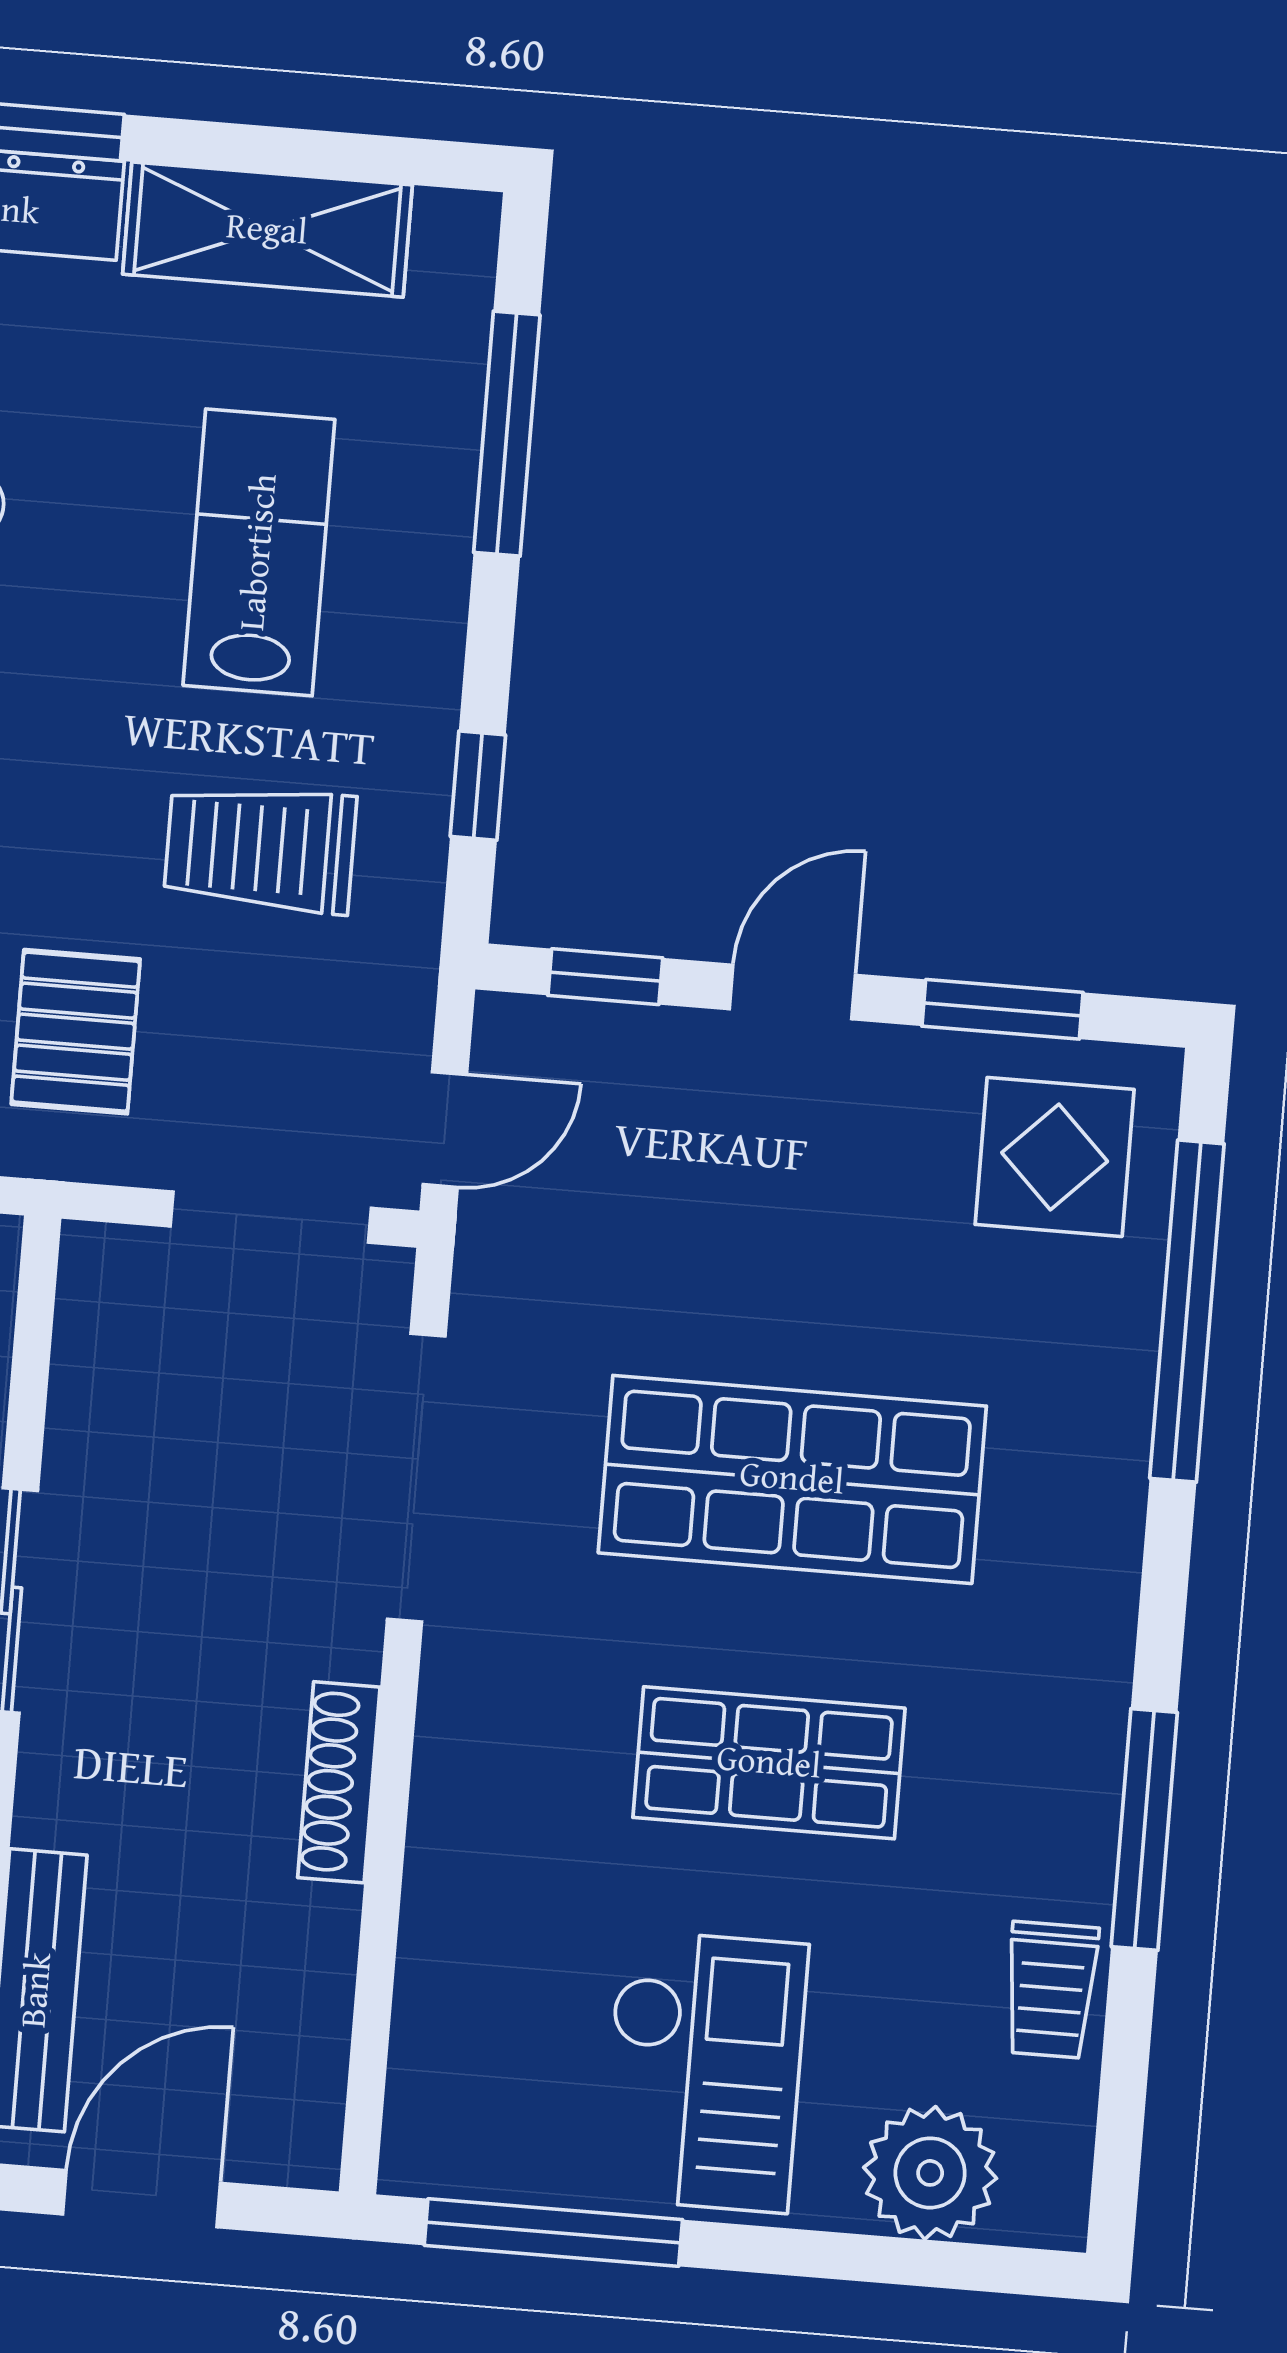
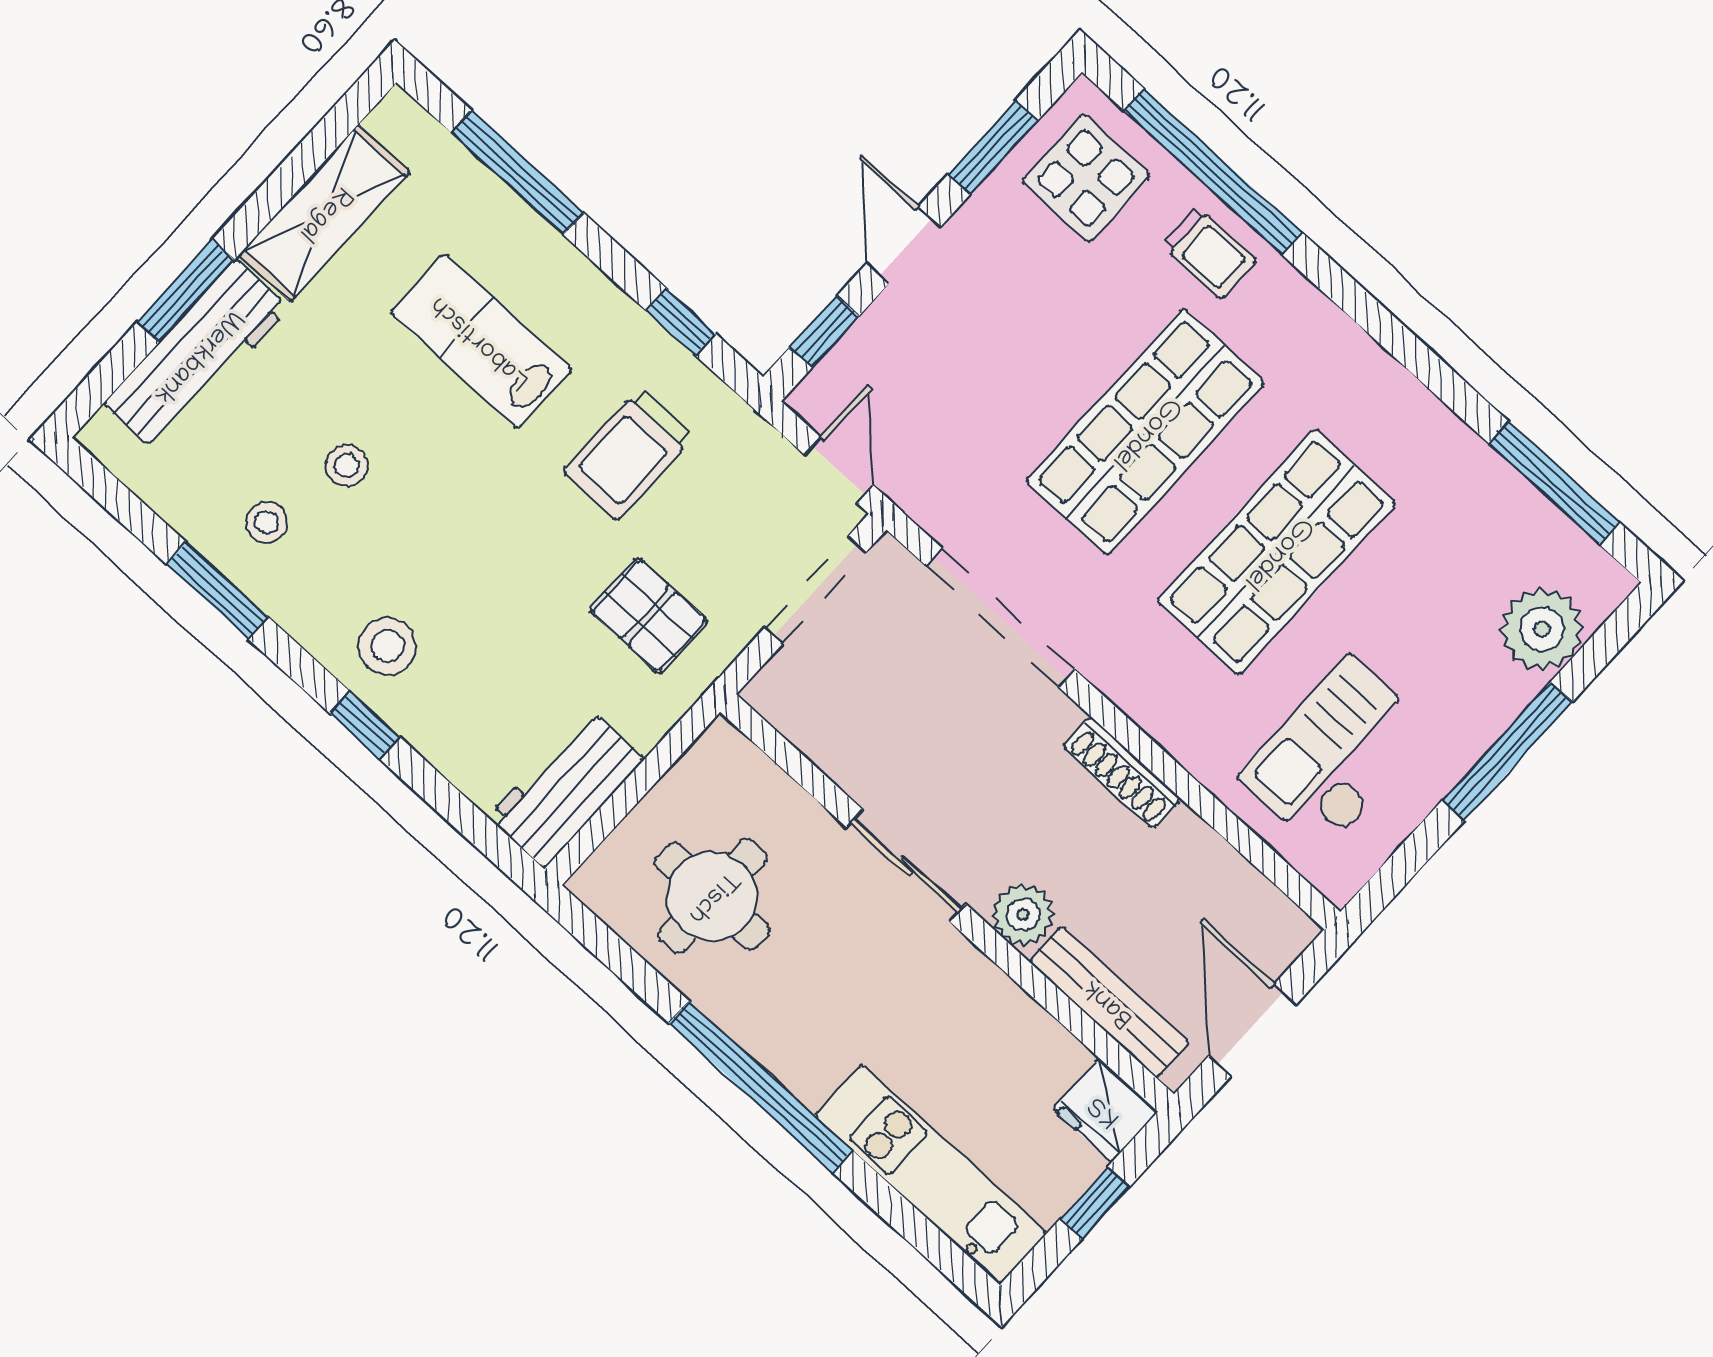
shop shelf: (769, 1763) -> (1277, 552), width x1.43, depth x1.36
plant: (63, 1796) -> (1023, 915), added
window: (1144, 1830) -> (1554, 483), moved
trolley: (1051, 1990) -> (1209, 253), moved
checkout: (704, 2071) -> (1336, 754), moved, turned -90
window: (553, 2232) -> (1507, 751), moved

